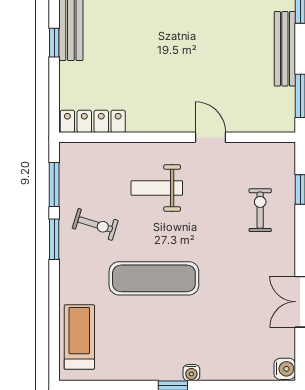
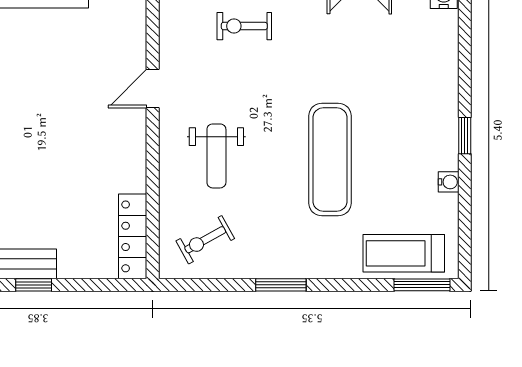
window: (54, 185) -> (422, 285), moved
exercise bike: (95, 224) -> (205, 240), moved, turned -136
water cooler: (191, 373) -> (449, 182), moved

